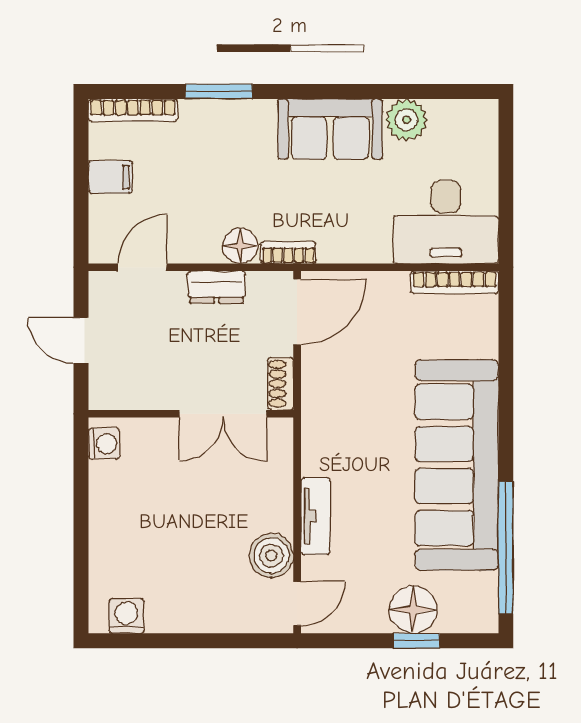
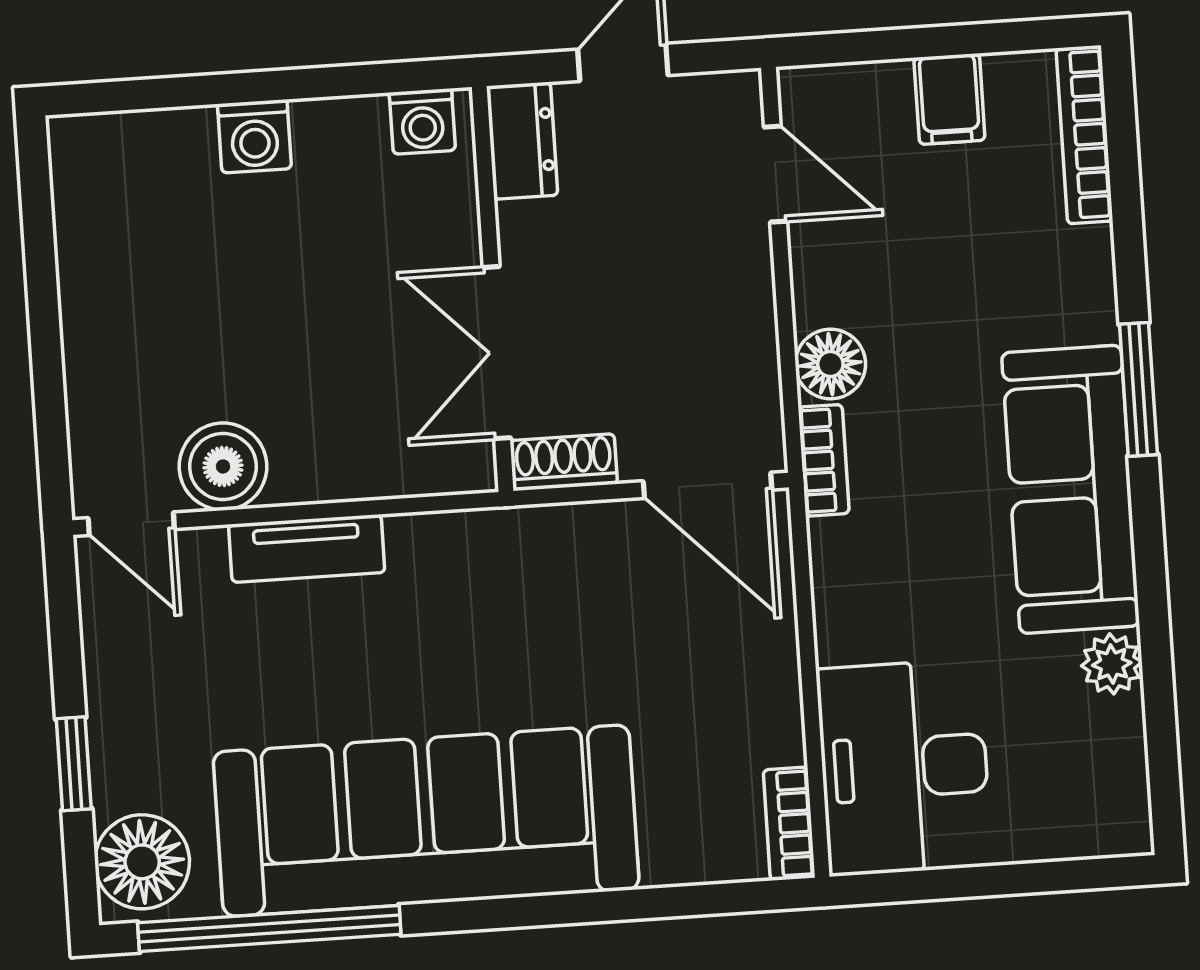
window: (219, 91) -> (1138, 389), moved
plant: (406, 120) -> (1112, 664), width x0.73, depth x0.73
sofa: (330, 129) -> (1071, 489), width x1.36
bookcase: (455, 282) -> (789, 824), width x0.64
dresser: (217, 287) -> (522, 141), moved, turned 180
floor lamp: (413, 610) -> (142, 862), moved
washing machine: (127, 616) -> (254, 136), moved, turned 90

